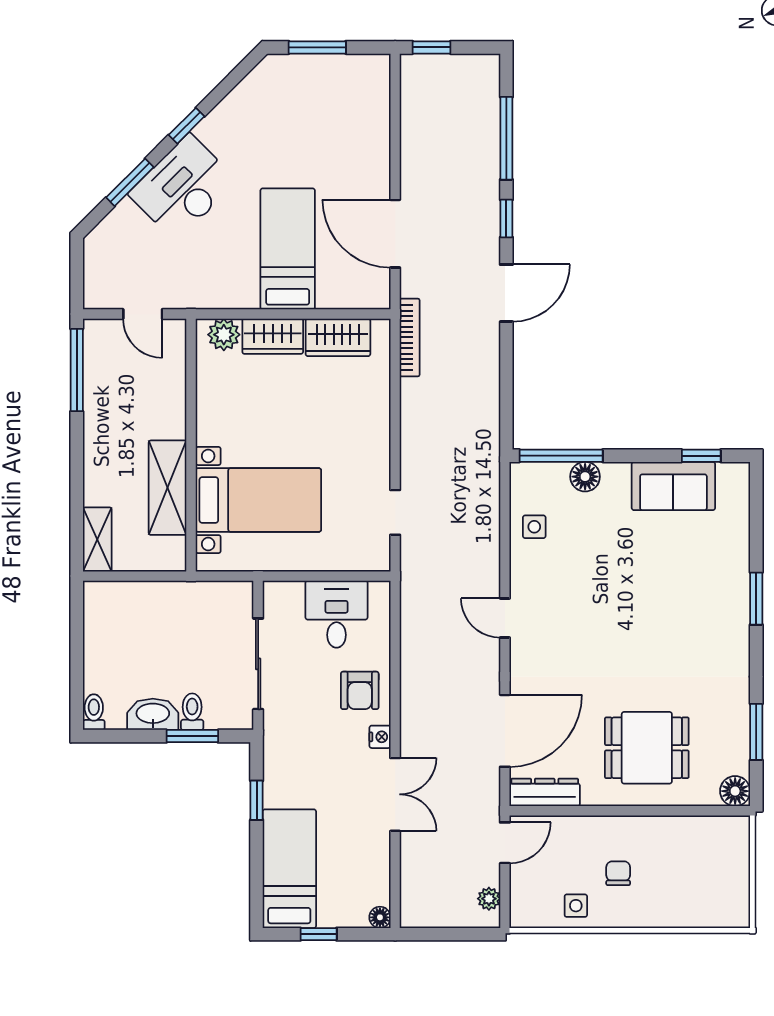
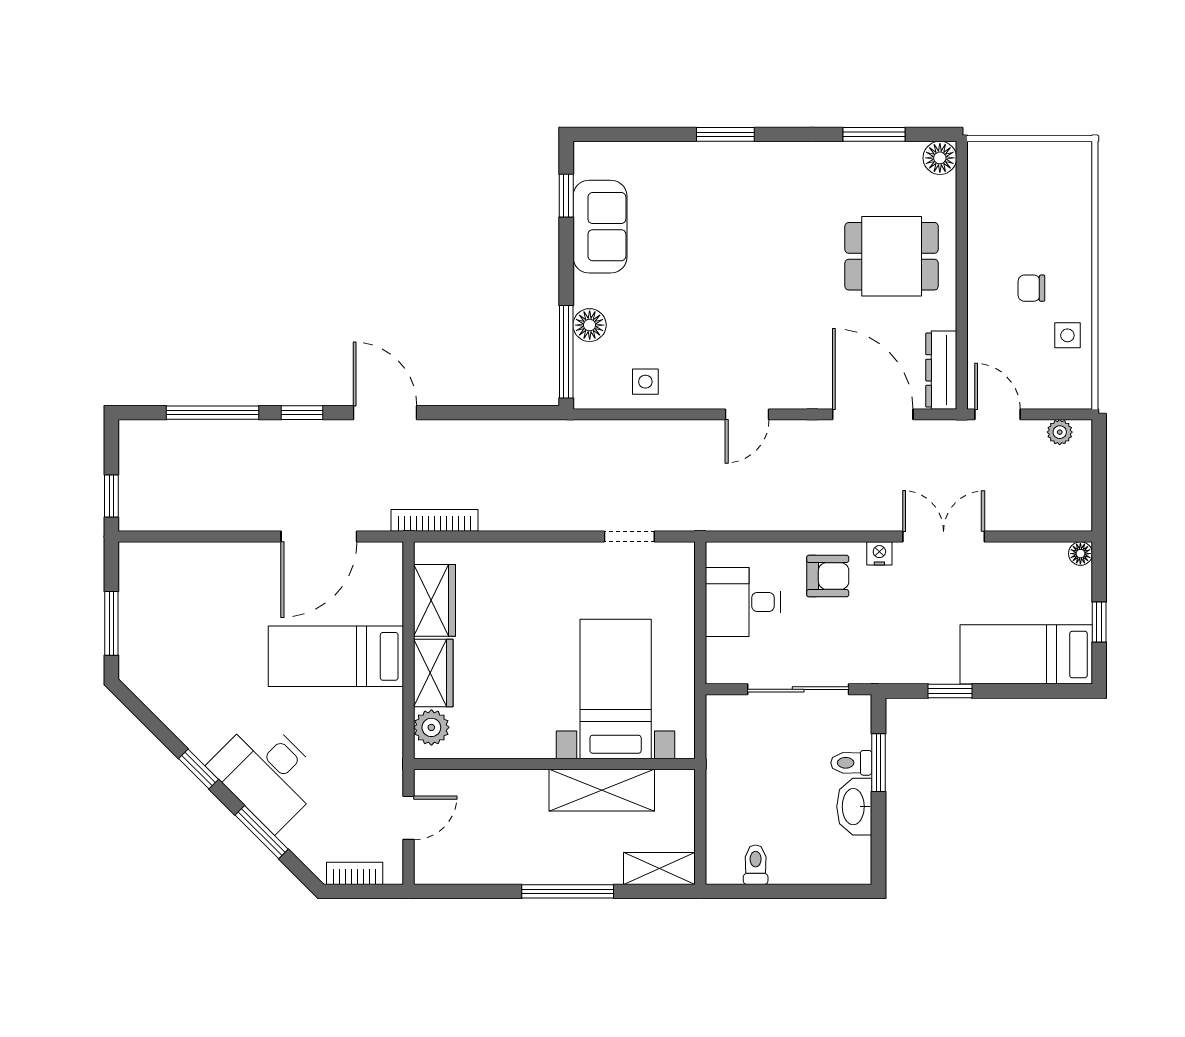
bookcase: (93, 266) -> (355, 873), added
window: (77, 370) -> (568, 891), moved
toilet: (94, 712) -> (756, 865), moved, turned 90
dining table: (647, 748) -> (892, 256), turned 90

